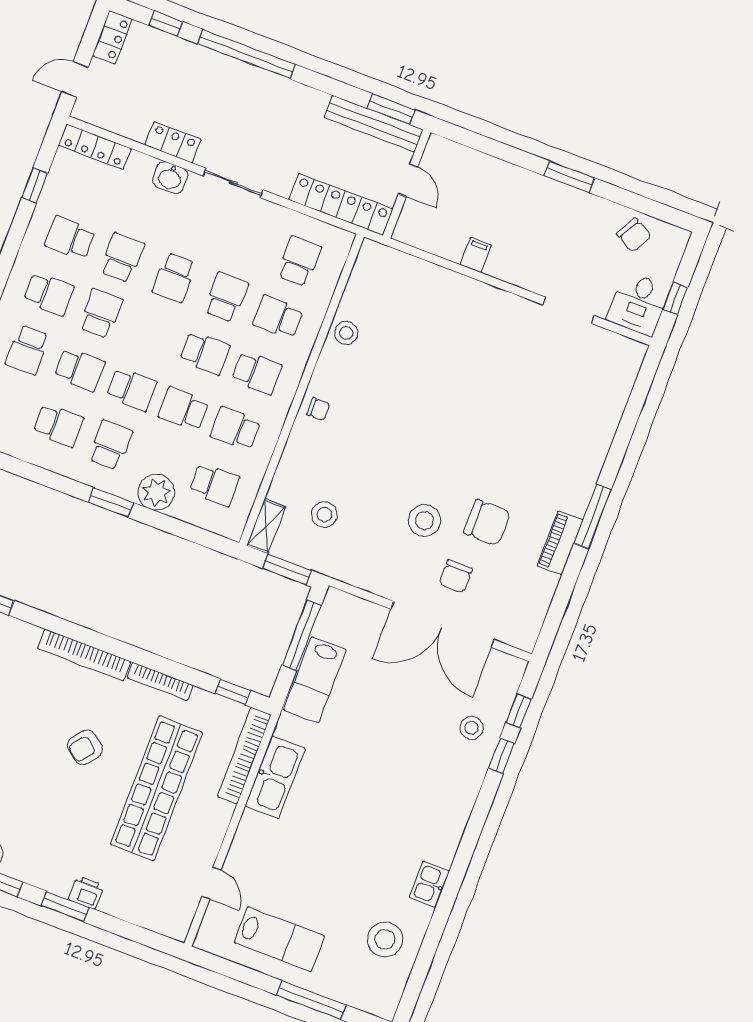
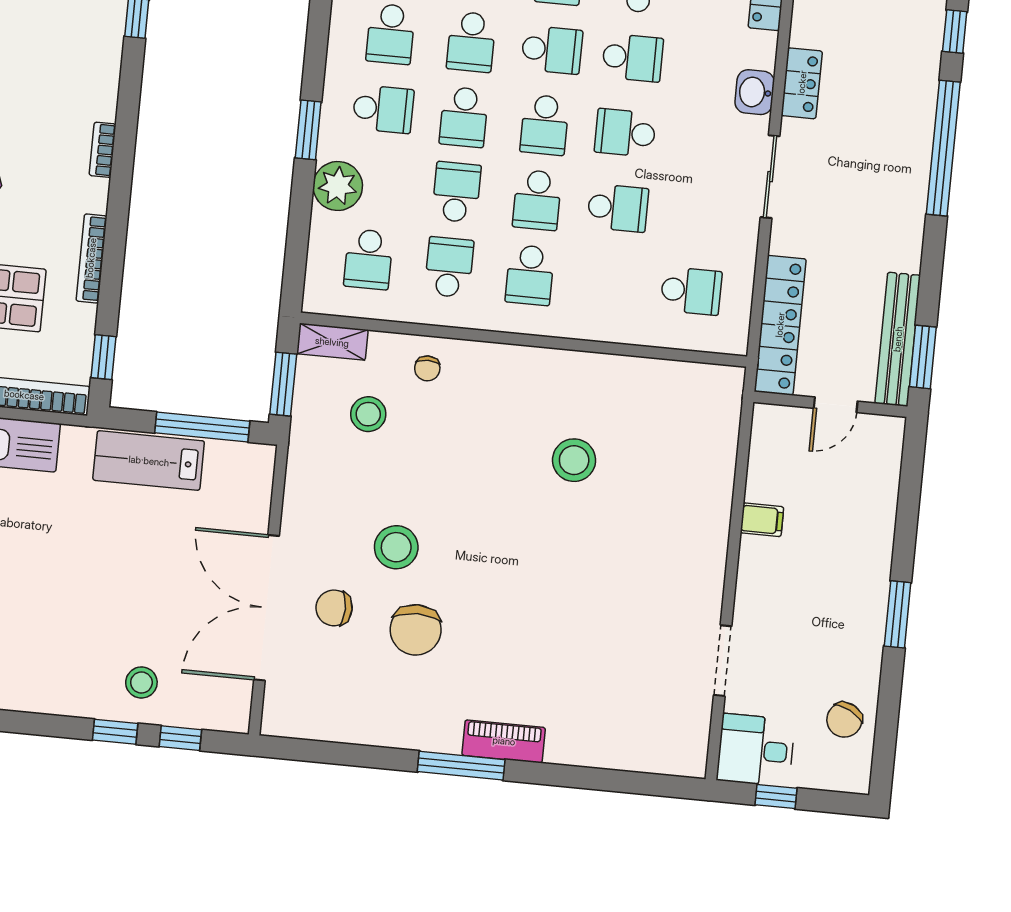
school desk: (278, 317) -> (544, 125), moved, turned 180
stool: (346, 333) -> (574, 460), moved, width x1.38, depth x1.38
chair: (318, 409) -> (427, 368), moved
piano: (560, 543) -> (504, 741), moved
bookcase: (84, 655) -> (103, 150), width x0.43, depth x0.76

